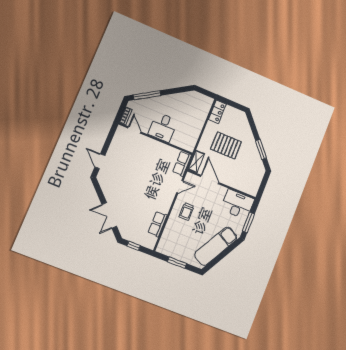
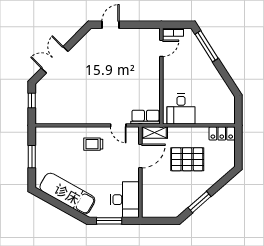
desk: (163, 127) -> (181, 109), moved, turned -90
pallet: (226, 145) -> (187, 159), turned 90
row of seats: (158, 224) -> (66, 117), removed

